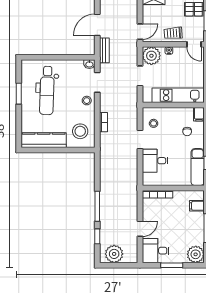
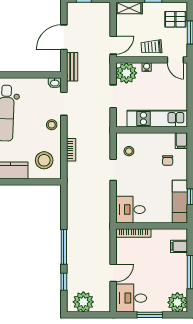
desk: (155, 161) -> (130, 210), moved

